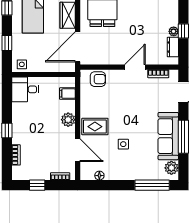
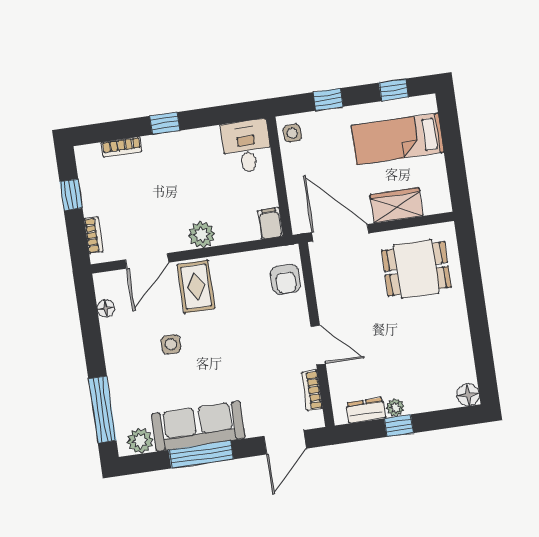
filing cabinet: (67, 94) -> (270, 223), moved

